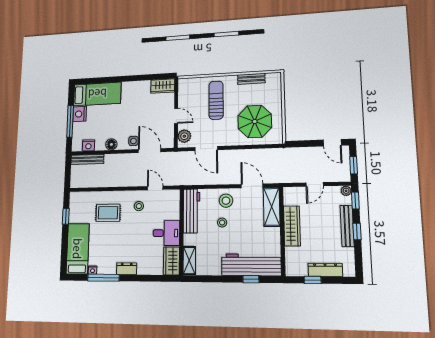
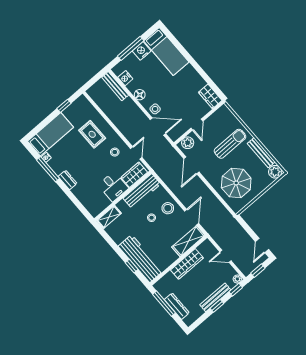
bench: (251, 79) -> (261, 153), width x1.36
plant: (273, 80) -> (275, 172), added
door: (149, 151) -> (158, 126), hinge flipped
wardrobe: (171, 261) -> (134, 175), moved
window: (313, 280) -> (164, 304), width x2.17

